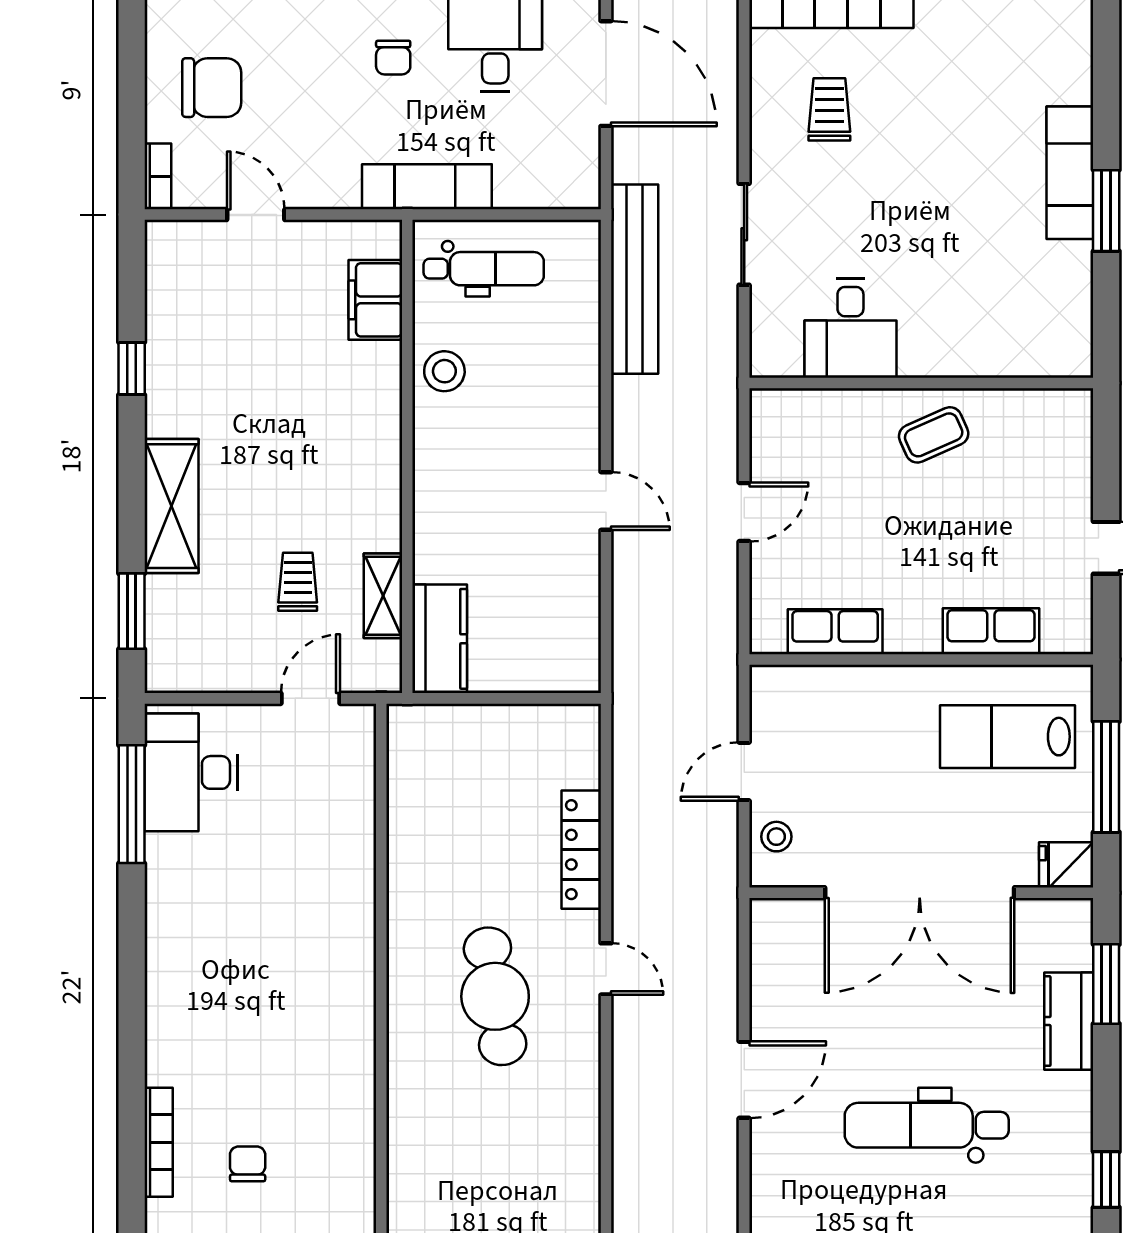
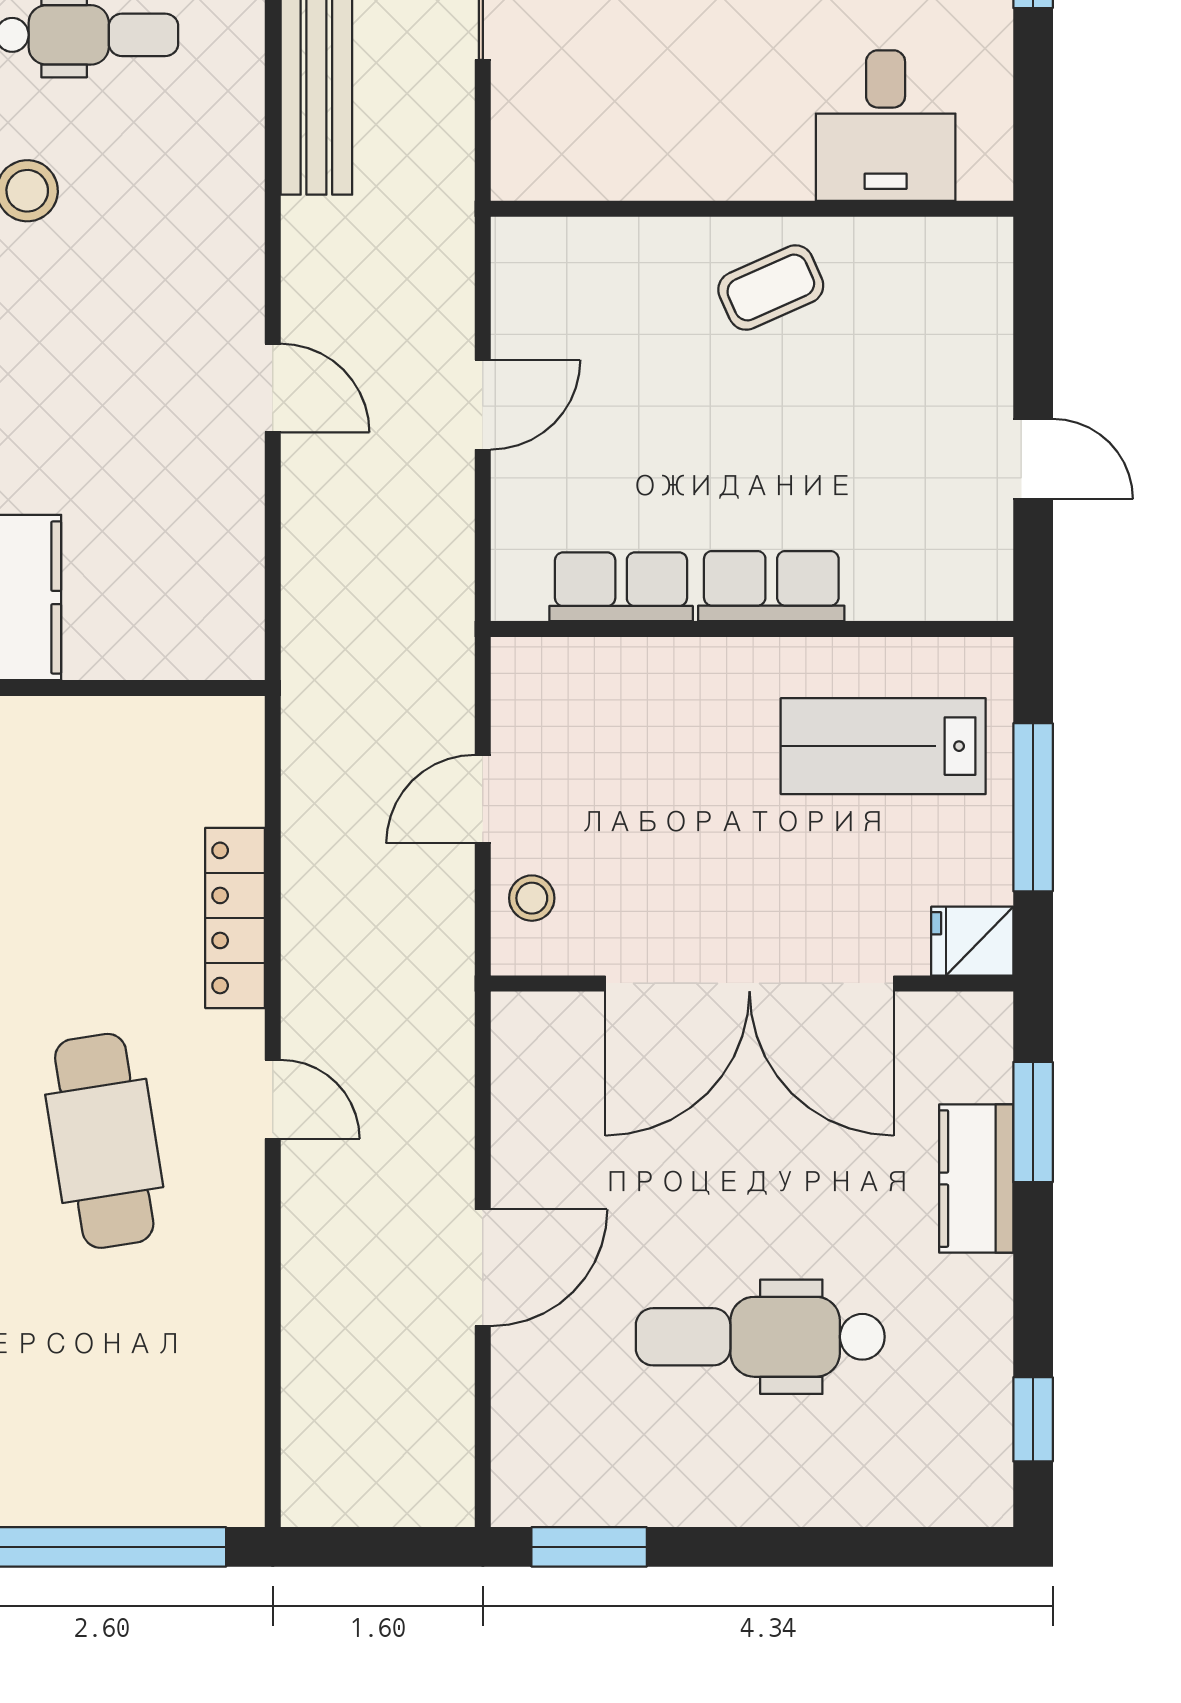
desk: (850, 328) -> (886, 126), moved
row of seats: (991, 631) -> (771, 586), moved

